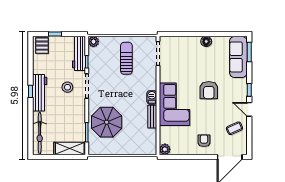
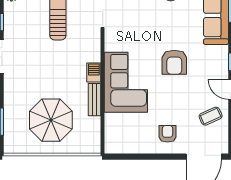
parasol: (107, 122) -> (51, 120), moved
plant: (165, 149) -> (112, 146), removed

